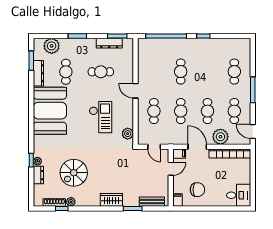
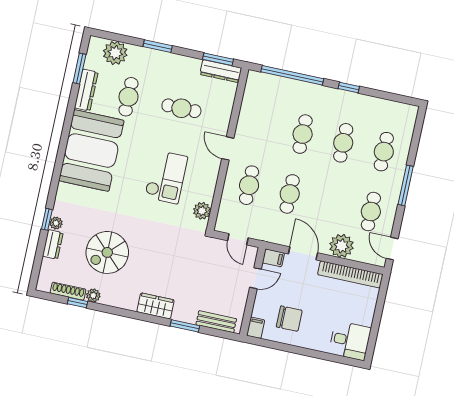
dresser: (109, 43) -> (221, 71), moved
cafe table: (207, 111) -> (343, 143), moved

